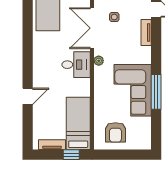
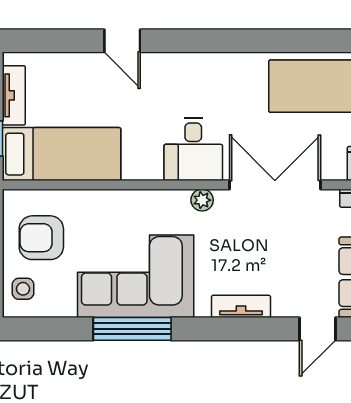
side table: (114, 17) -> (23, 289), moved
tv unit: (146, 33) -> (241, 306), moved

